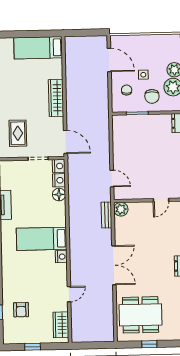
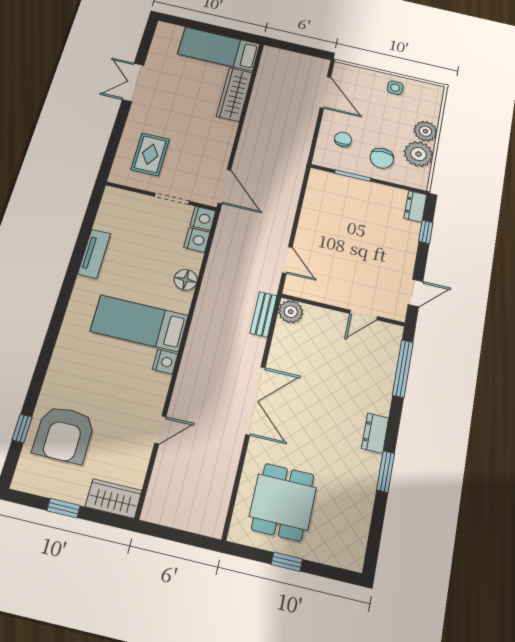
side table: (143, 75) -> (395, 88), moved
wardrobe: (56, 98) -> (234, 94), moved
floor lamp: (59, 195) -> (186, 280), moved
armchair: (21, 310) -> (64, 434), width x1.88, depth x1.88
dining table: (141, 315) -> (283, 502), width x0.73
wardrobe: (61, 325) -> (114, 499), moved, turned 90

